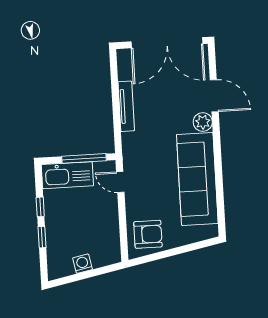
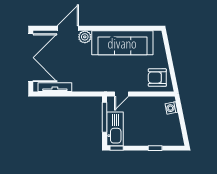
tv unit: (126, 106) -> (55, 87), moved
window: (40, 207) -> (117, 148), moved
armchair: (148, 234) -> (157, 78), turned -90
washing machine: (83, 264) -> (171, 108), moved

